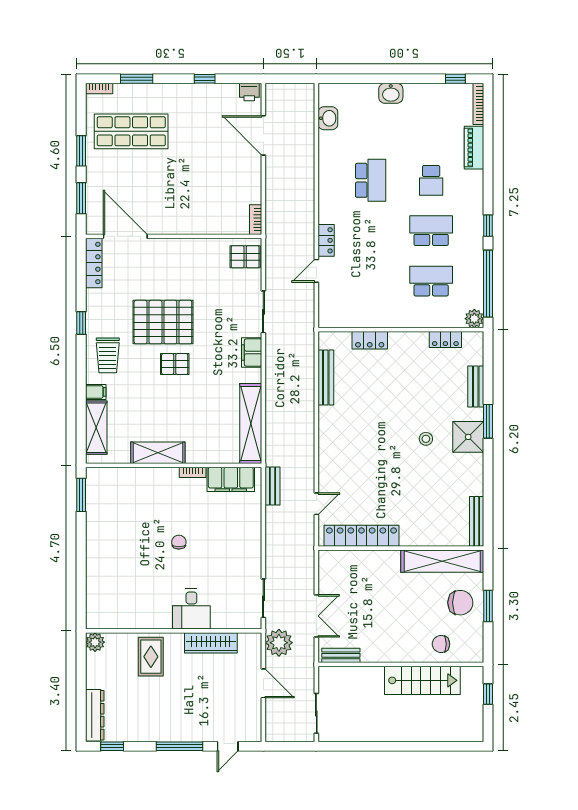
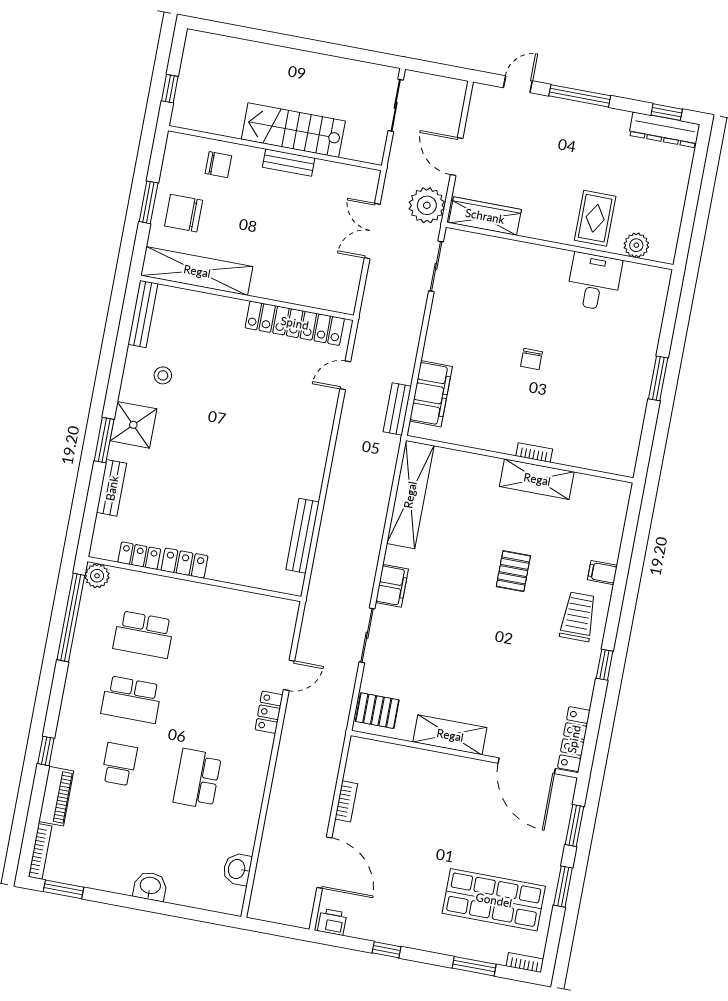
window: (455, 79) -> (63, 889), width x1.50
bookcase: (256, 220) -> (346, 801), moved
window: (488, 226) -> (46, 751), moved
pallet: (163, 322) -> (499, 646), removed
locker: (370, 340) -> (185, 563), moved
pallet: (175, 364) -> (513, 571), moved, turned 90
shelving: (96, 428) -> (450, 735), moved, turned 90
stool: (426, 439) -> (163, 375), moved
bookcase: (193, 472) -> (534, 453), moved
filing cabinet: (231, 479) -> (431, 394), moved, turned 90
window: (81, 495) -> (658, 378), moved
desk: (191, 609) -> (594, 282), moved
plant: (95, 642) -> (636, 245), moved
wardrobe: (211, 643) -> (485, 216), moved
bench: (341, 655) -> (289, 163), moved
stairs: (422, 680) -> (293, 130), moved
dresser: (95, 715) -> (664, 130), moved, turned -90

